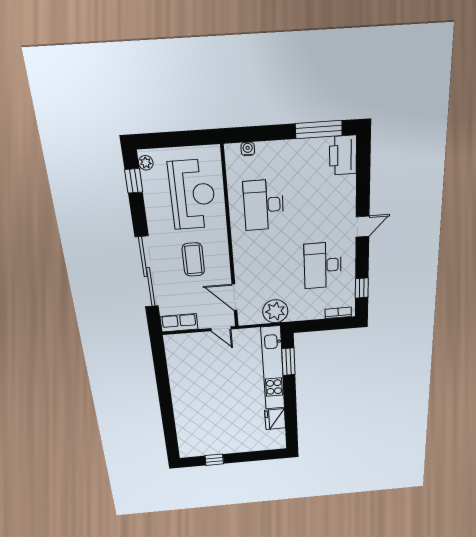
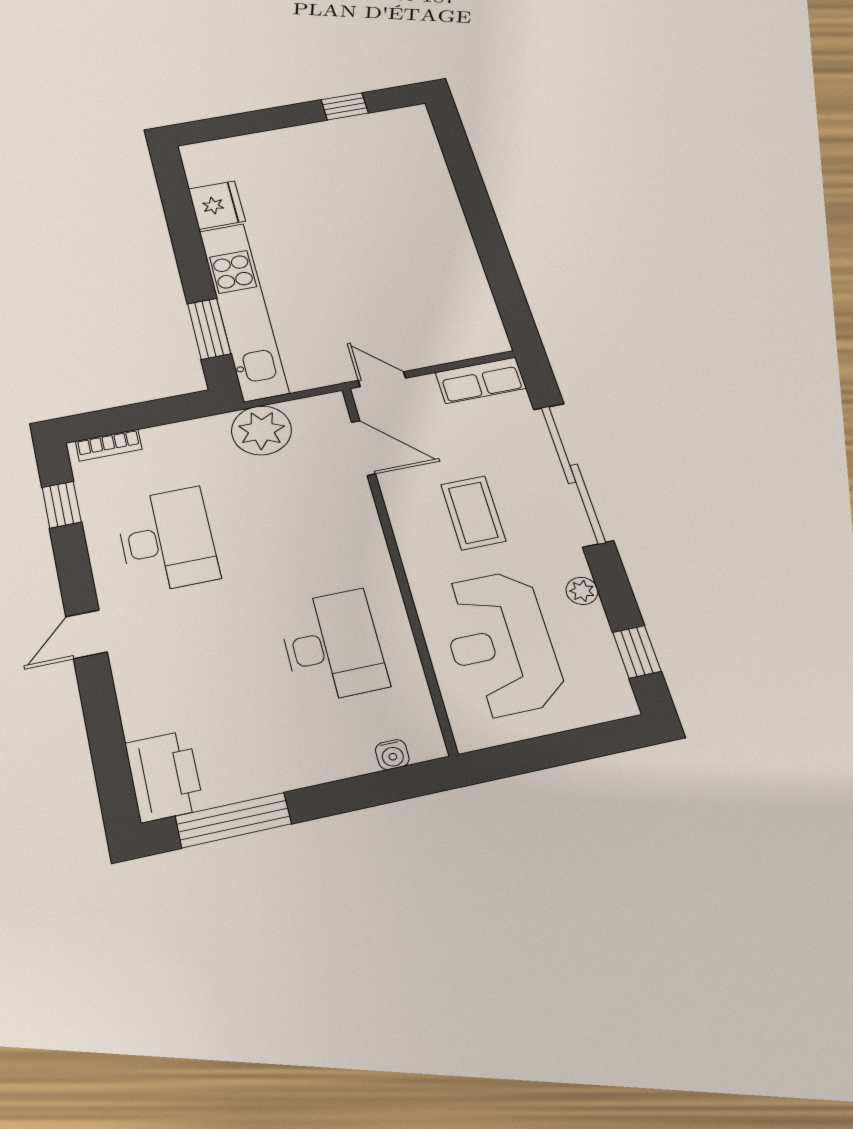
plant: (146, 163) -> (582, 591), moved

